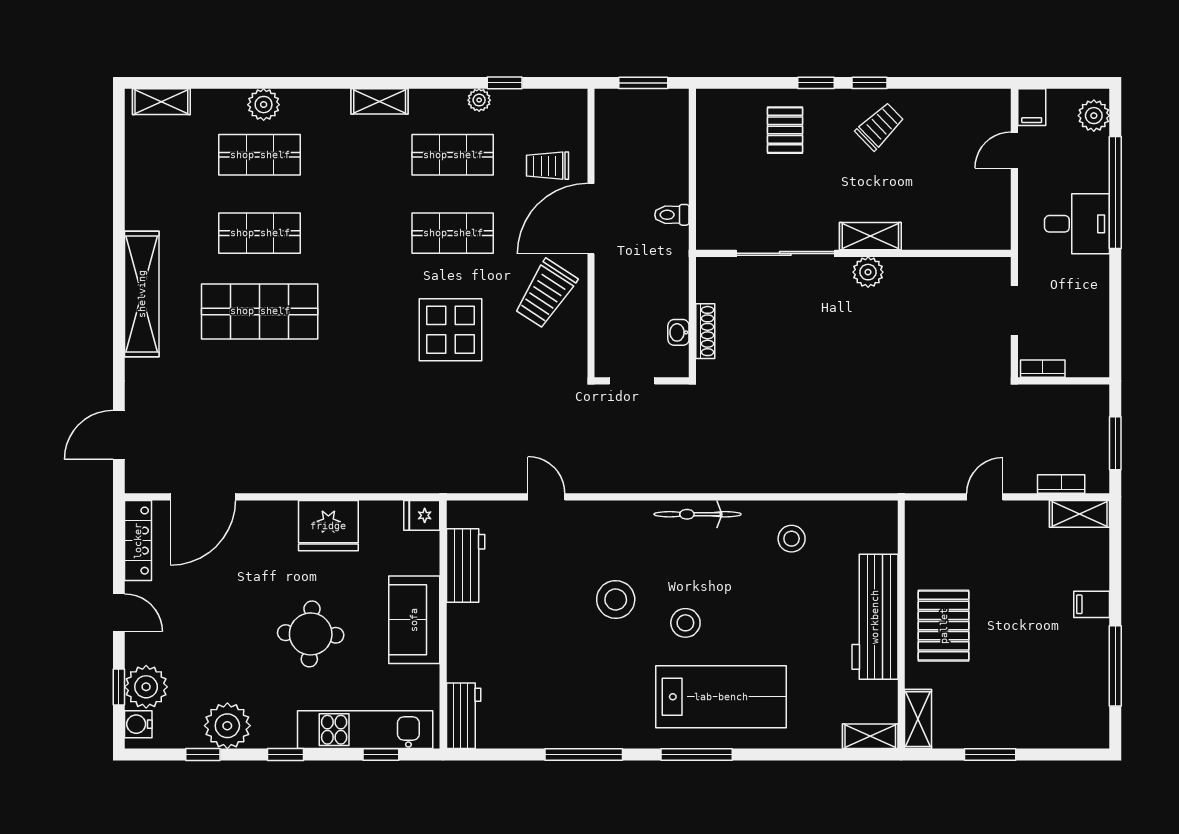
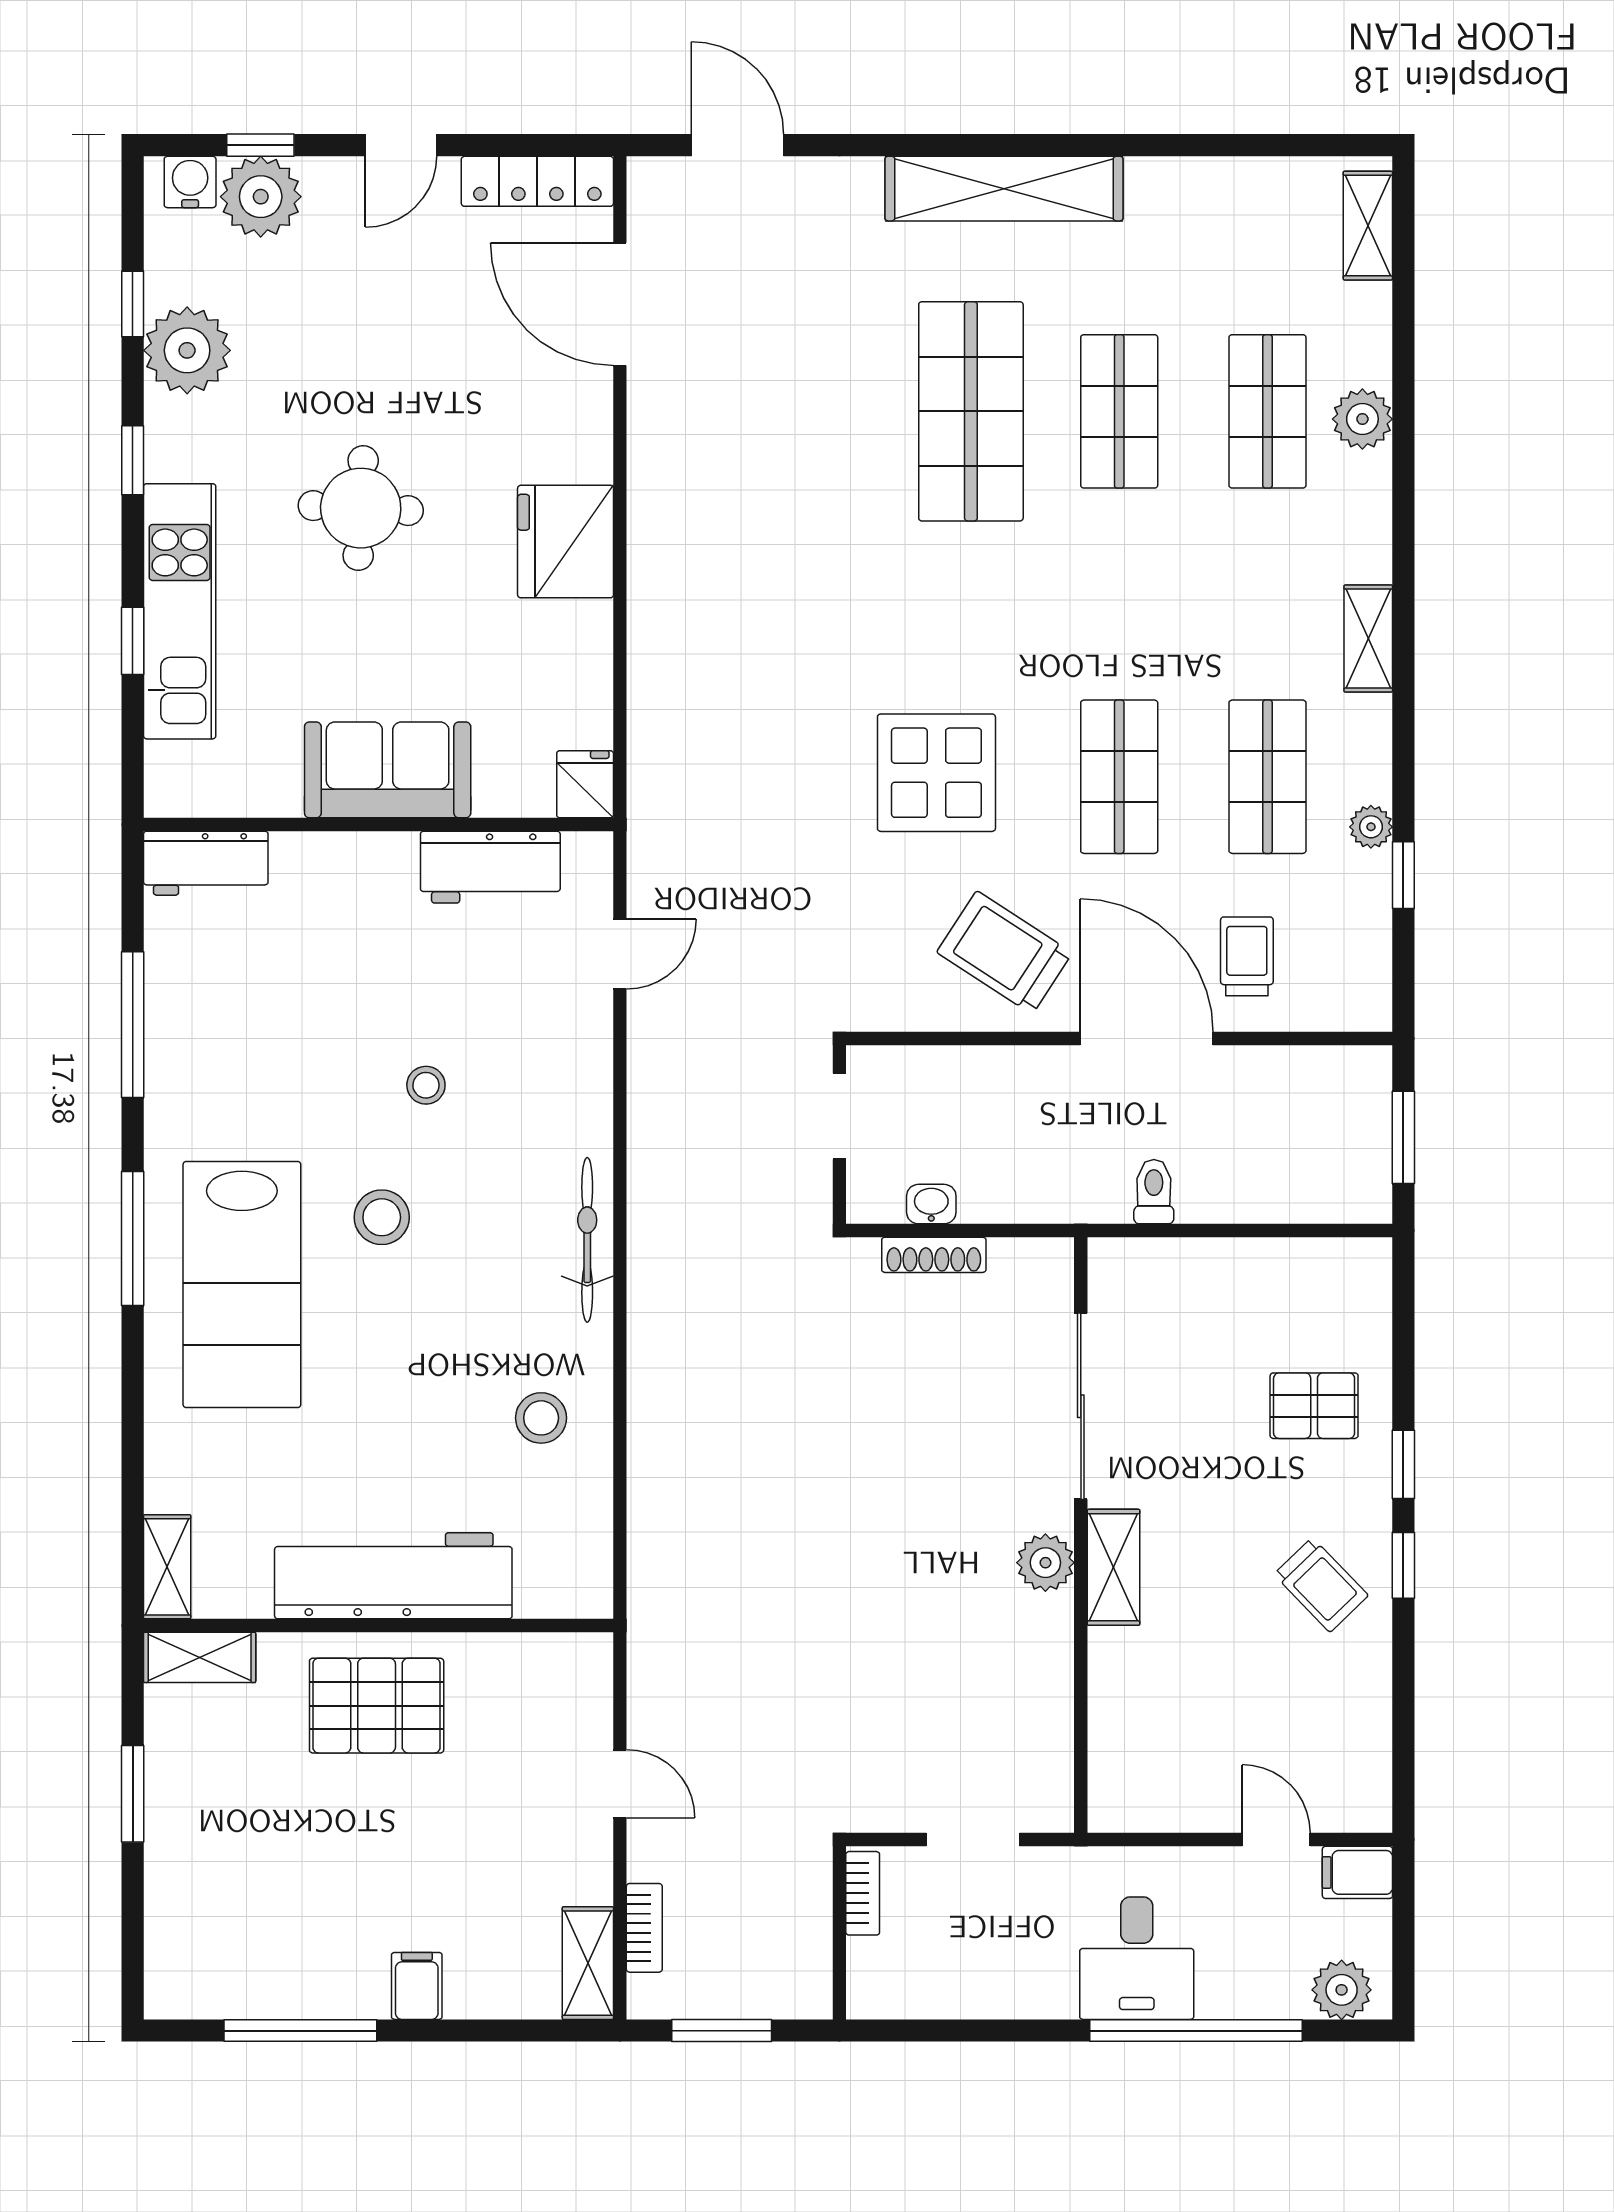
fridge: (422, 515) -> (585, 784), moved
workbench: (466, 565) -> (490, 867), moved
stool: (616, 599) -> (426, 1085), width x0.53, depth x0.53
sofa: (414, 620) -> (388, 770), moved
wall: (443, 625) -> (378, 824), moved
workbench: (464, 716) -> (206, 863), moved

